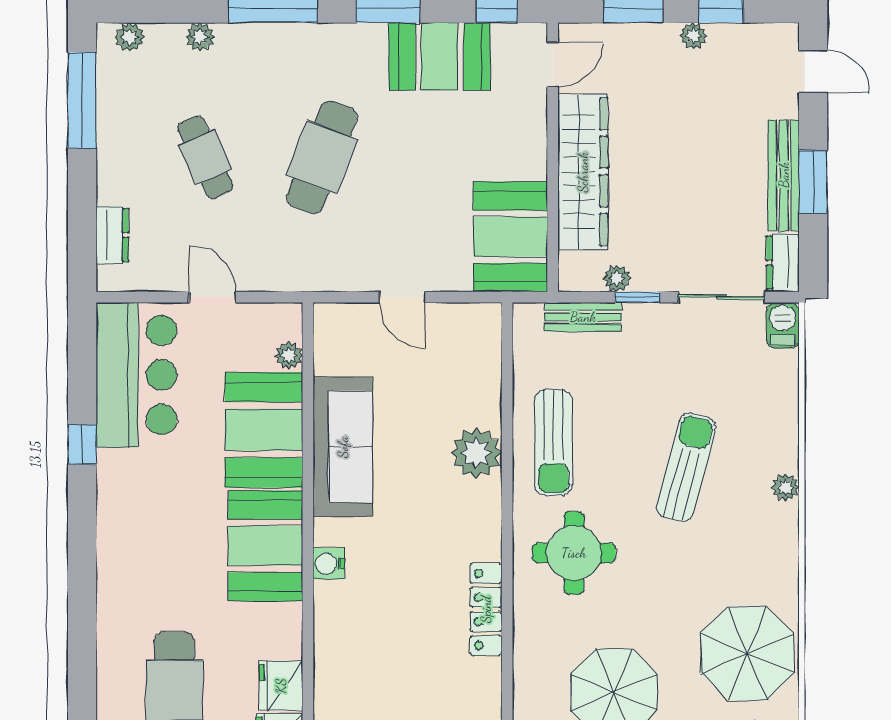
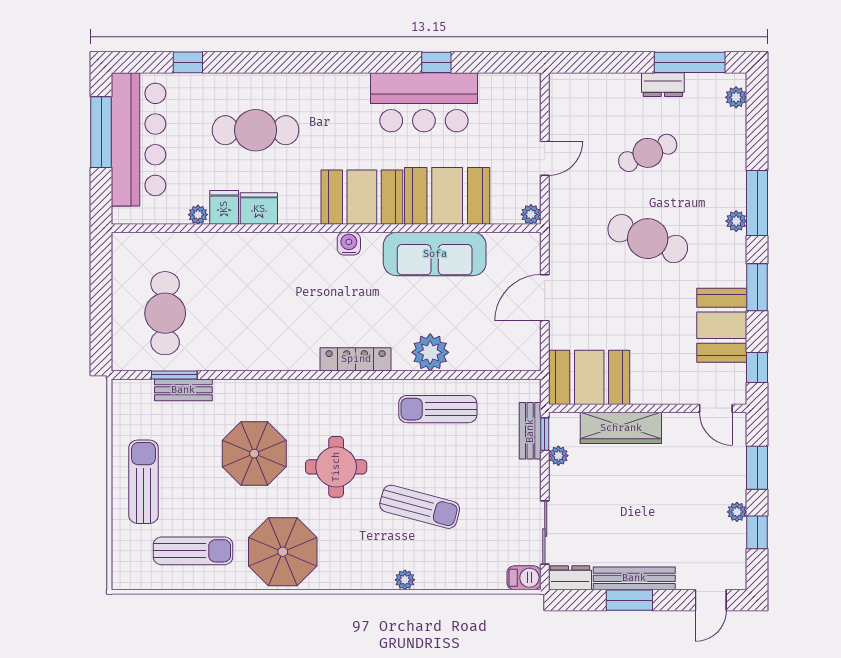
plant: (200, 37) -> (736, 221), moved
wardrobe: (583, 172) -> (621, 428), width x0.71, depth x0.85
dresser: (112, 235) -> (663, 85), moved
door: (402, 297) -> (545, 298), width x1.38
window: (637, 297) -> (545, 434), moved
plant: (289, 356) -> (531, 214), moved
bar counter: (137, 375) -> (424, 102), moved
round table: (574, 553) -> (336, 467), moved
locker: (486, 609) -> (356, 359), moved

